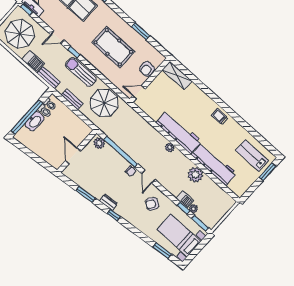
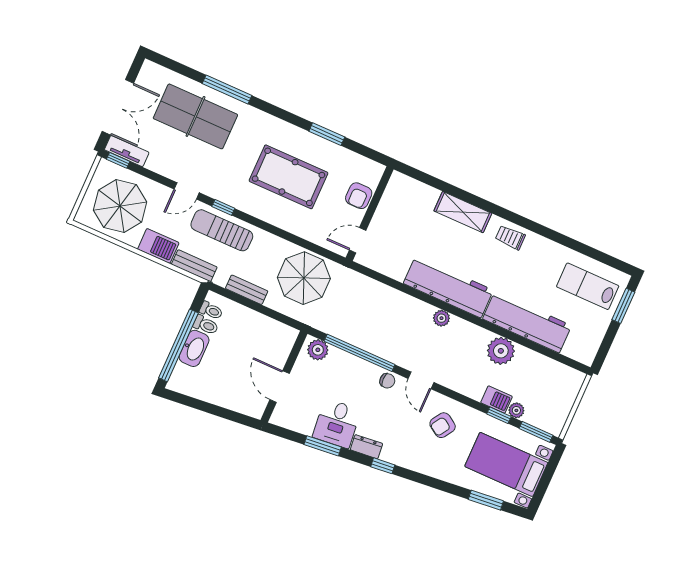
sun lounger: (81, 72) -> (222, 230), moved
shelving: (177, 75) -> (463, 212), moved
desk: (97, 185) -> (337, 423), added

